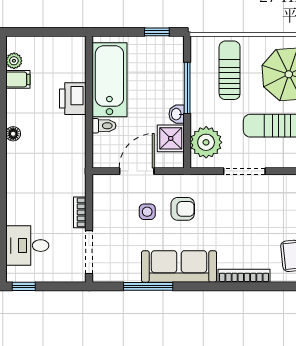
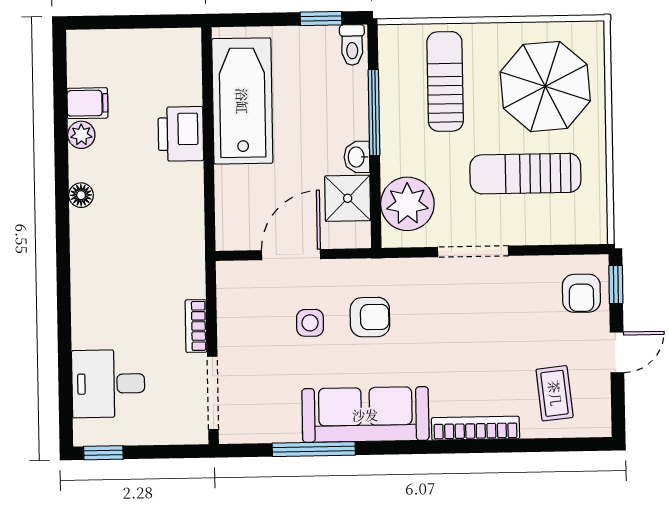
plant: (14, 61) -> (81, 135), moved
toilet: (104, 126) -> (352, 45), moved, turned 90

